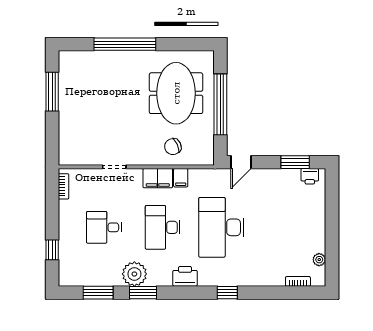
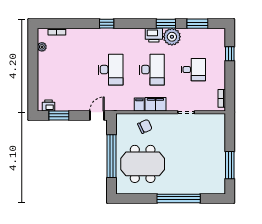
meeting table: (176, 93) -> (143, 164), turned 90
desk: (221, 227) -> (111, 70), width x0.73, depth x0.77
printer: (185, 276) -> (154, 35), moved

